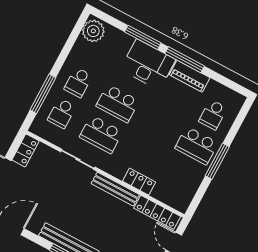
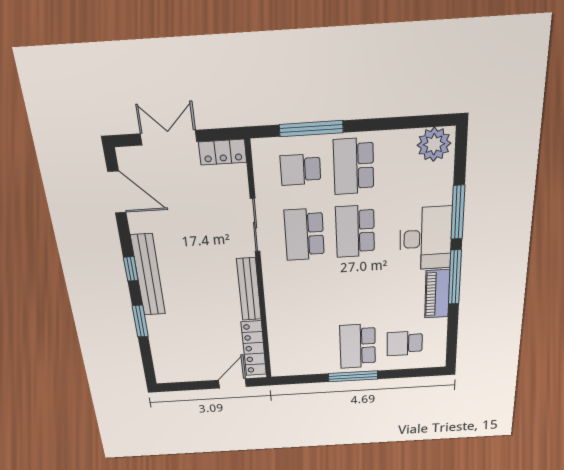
school desk: (78, 82) -> (354, 166), width x1.85
locker: (139, 182) -> (276, 310), removed

